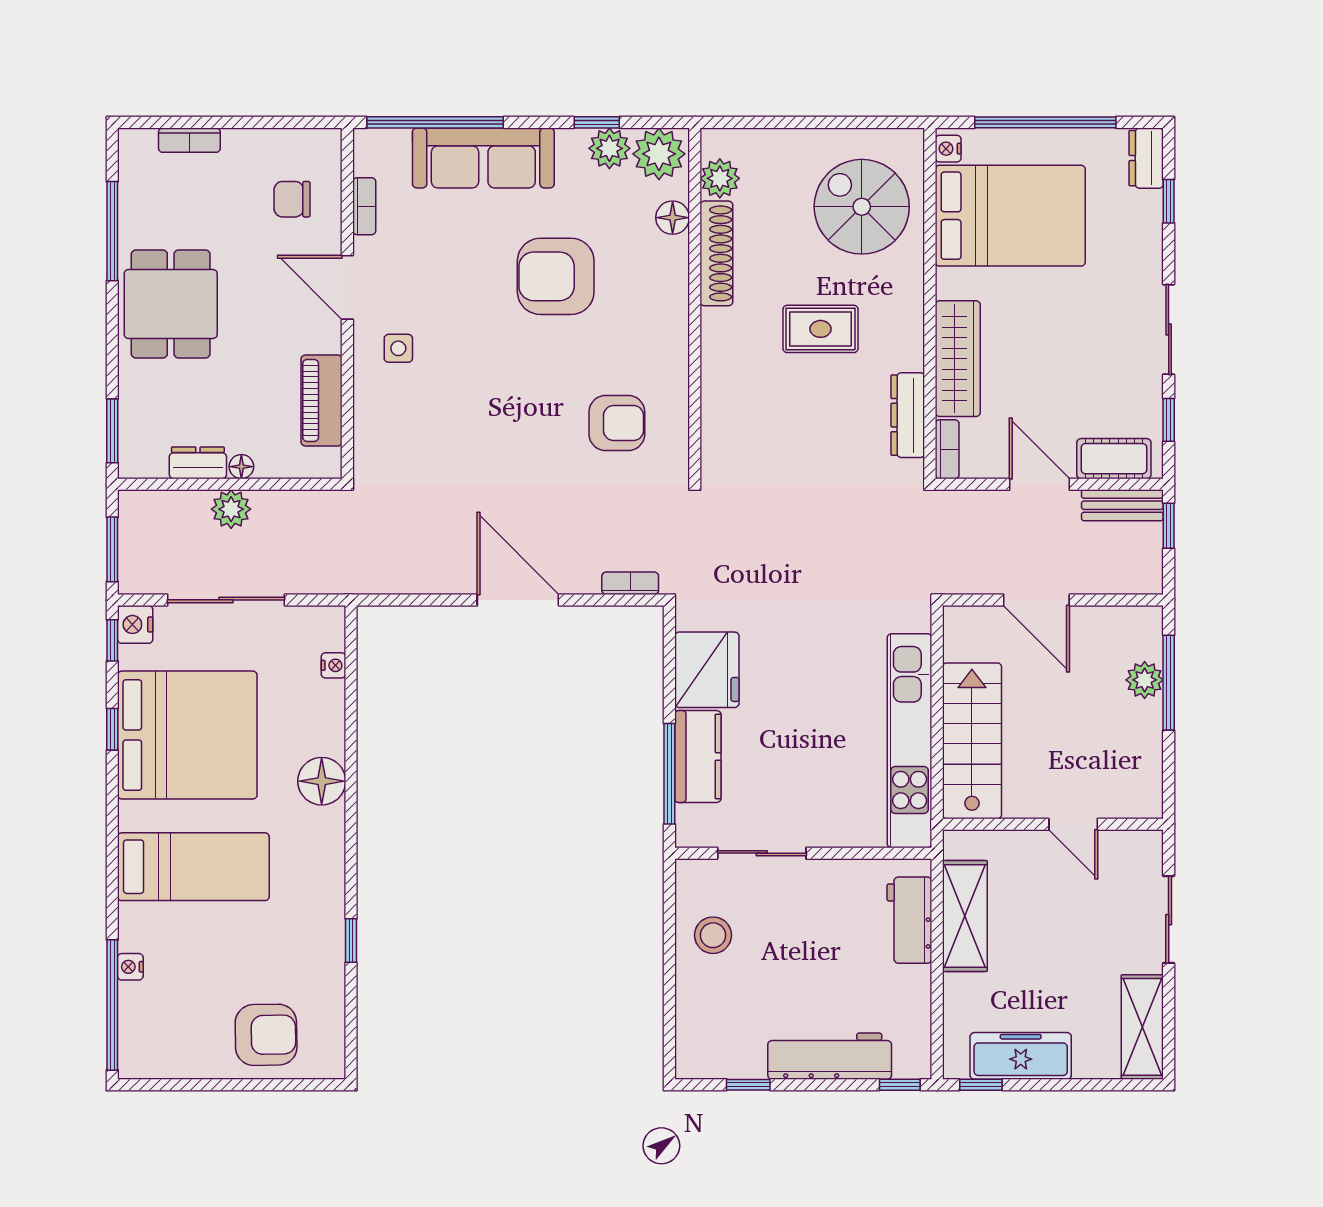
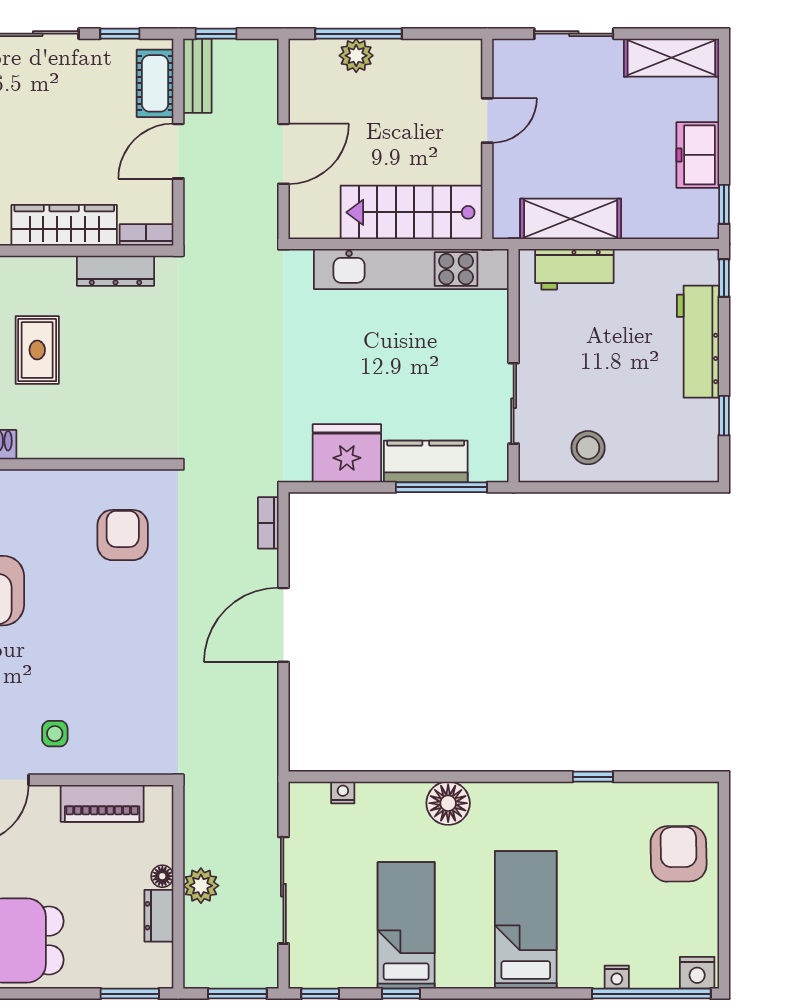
nightstand: (135, 624) -> (697, 973), moved
bed: (187, 735) -> (406, 925), width x0.49
freezer: (1021, 1056) -> (698, 155), width x0.71

